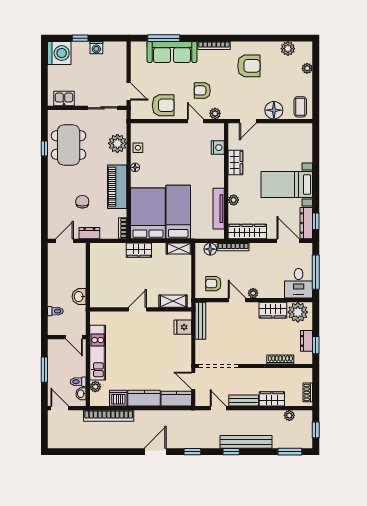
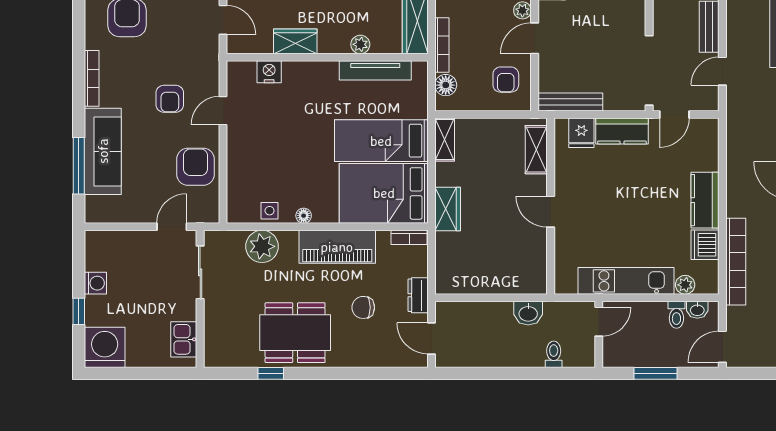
plant: (215, 113) -> (210, 77), removed
dining table: (69, 145) -> (295, 333), moved
kitchen counter: (176, 399) -> (622, 131), moved, turned -90

